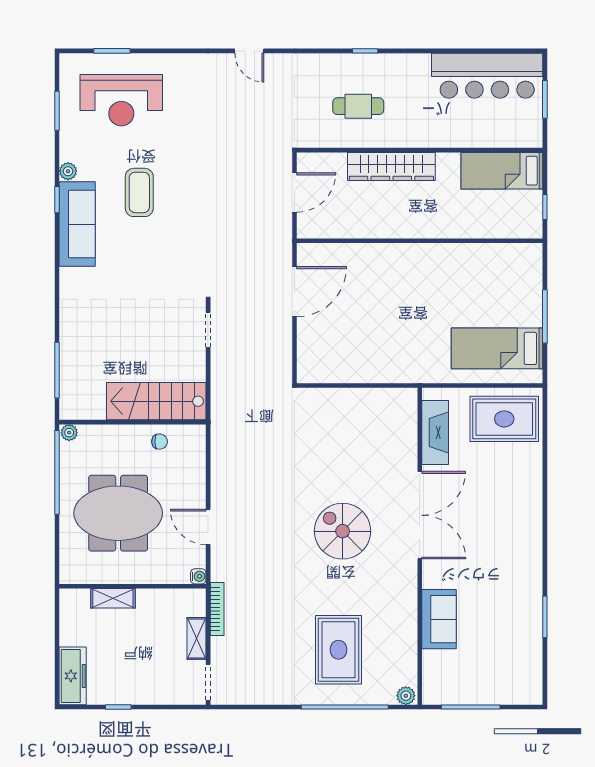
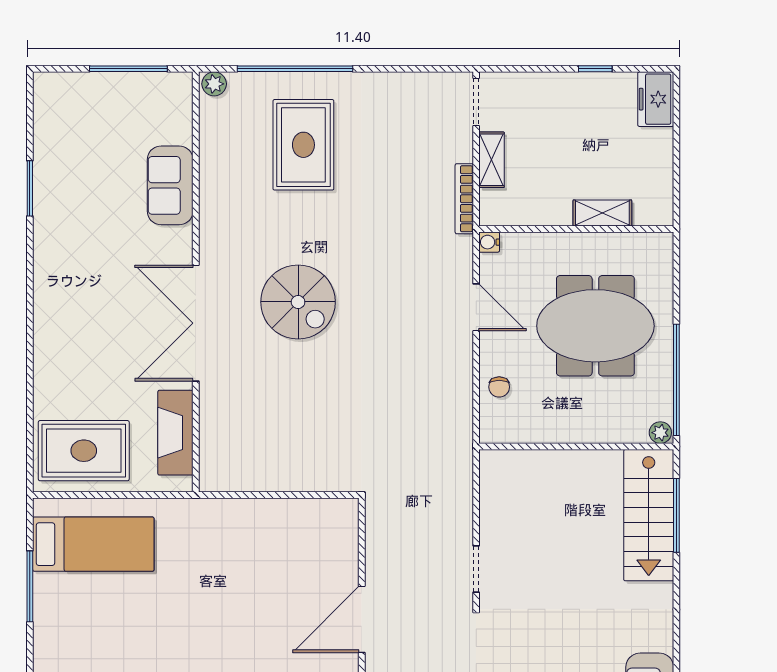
stairs: (156, 401) -> (649, 515), moved, turned 90
chair: (160, 442) -> (499, 387), moved, turned -90
freezer: (73, 676) -> (656, 99), width x0.71

